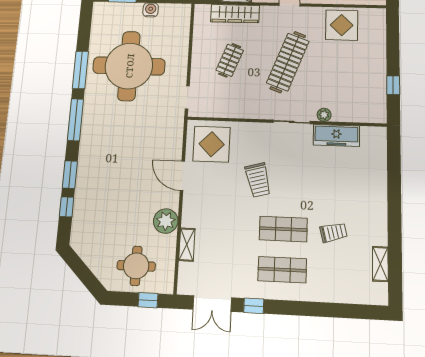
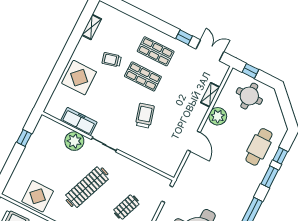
plant: (324, 115) -> (74, 141), width x1.88, depth x1.88
display table: (212, 144) -> (79, 78), moved
cafe table: (98, 206) -> (259, 147), added

